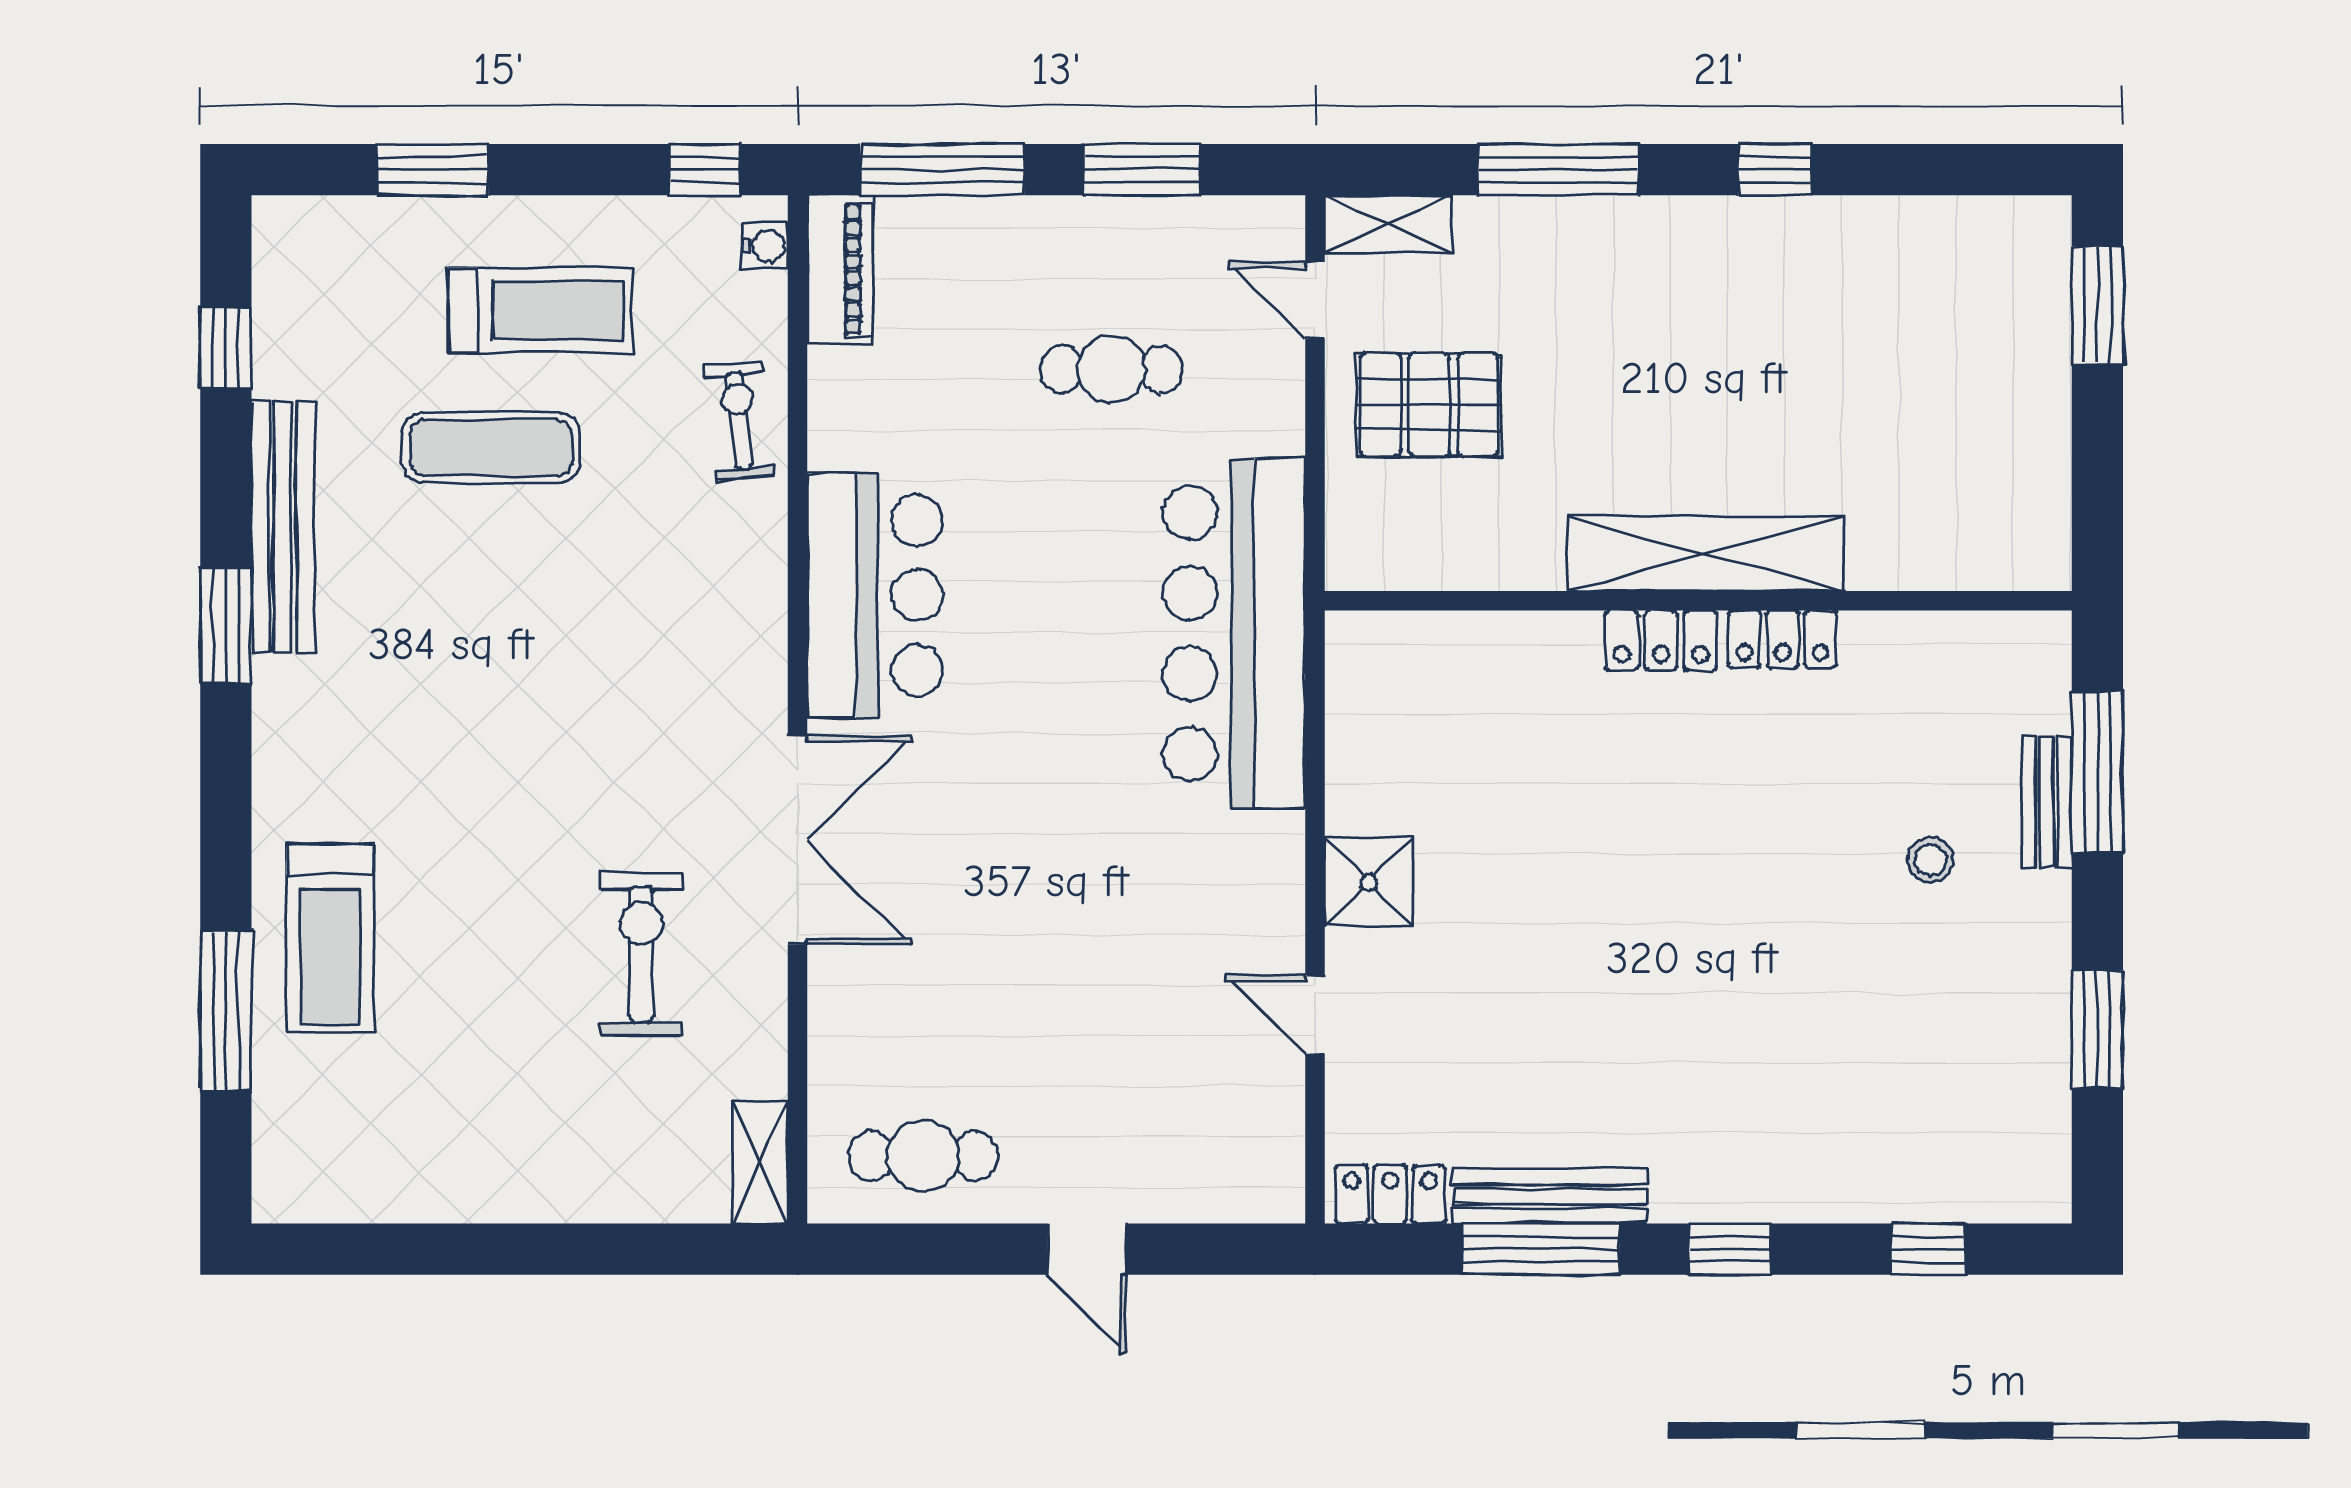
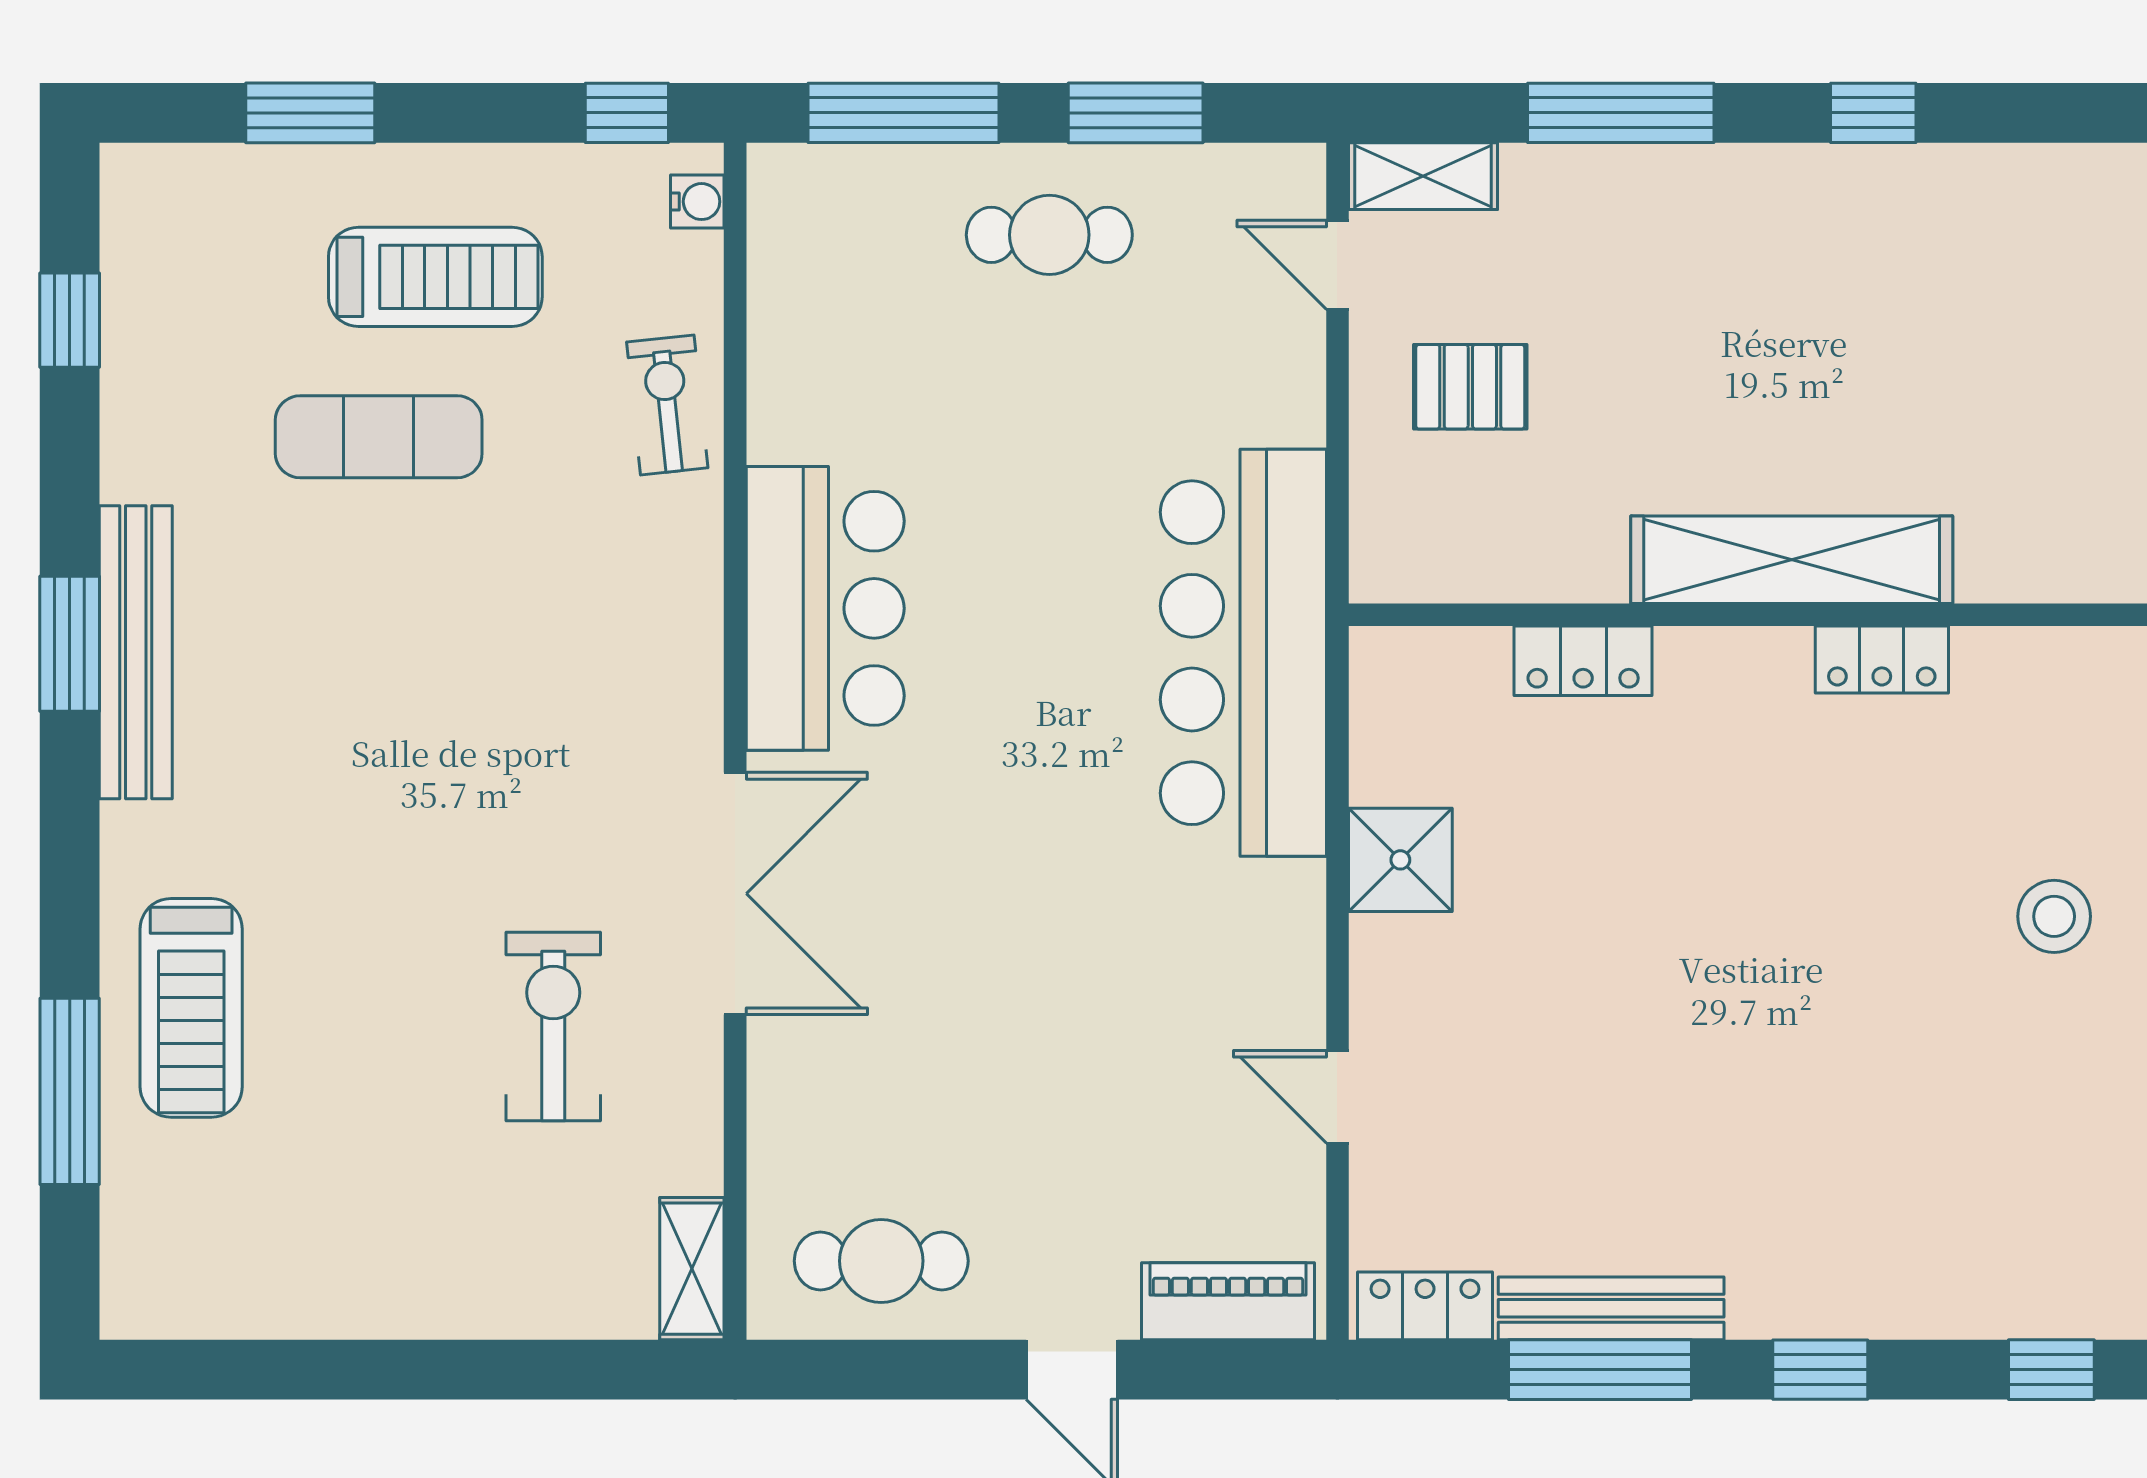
piano: (840, 269) -> (1228, 1301), moved, turned -90
cafe table: (1112, 369) -> (1049, 235), moved
pallet: (1429, 405) -> (1470, 387), width x0.67, depth x0.71
bench: (283, 527) -> (136, 652), moved
locker: (1661, 640) -> (1583, 661), moved
stool: (1930, 860) -> (2054, 916), width x1.37, depth x1.37
shower: (1369, 882) -> (1400, 860), moved

